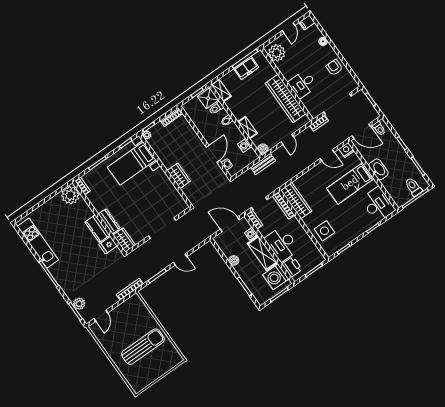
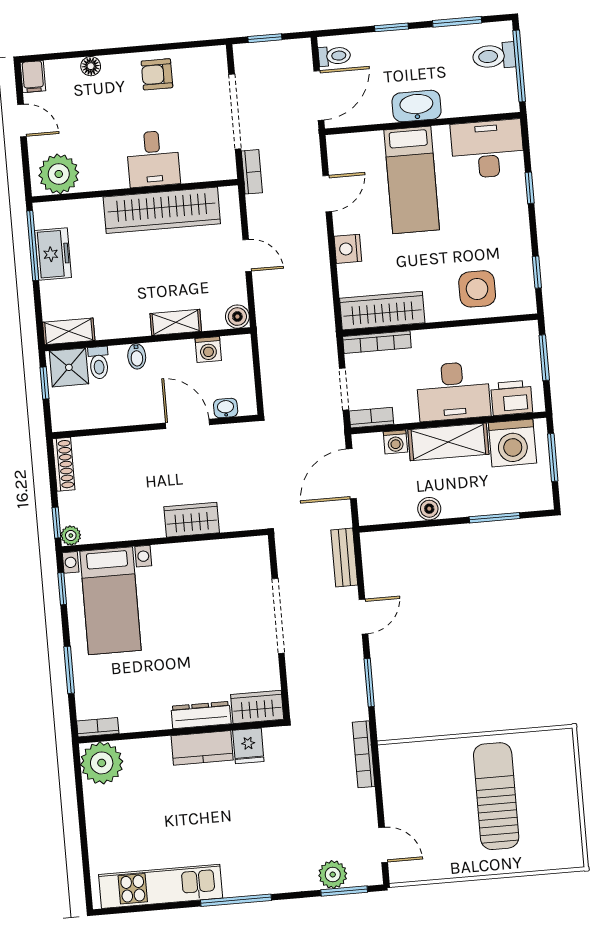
nightstand: (347, 150) -> (348, 249), moved
bench: (263, 164) -> (344, 557), moved

